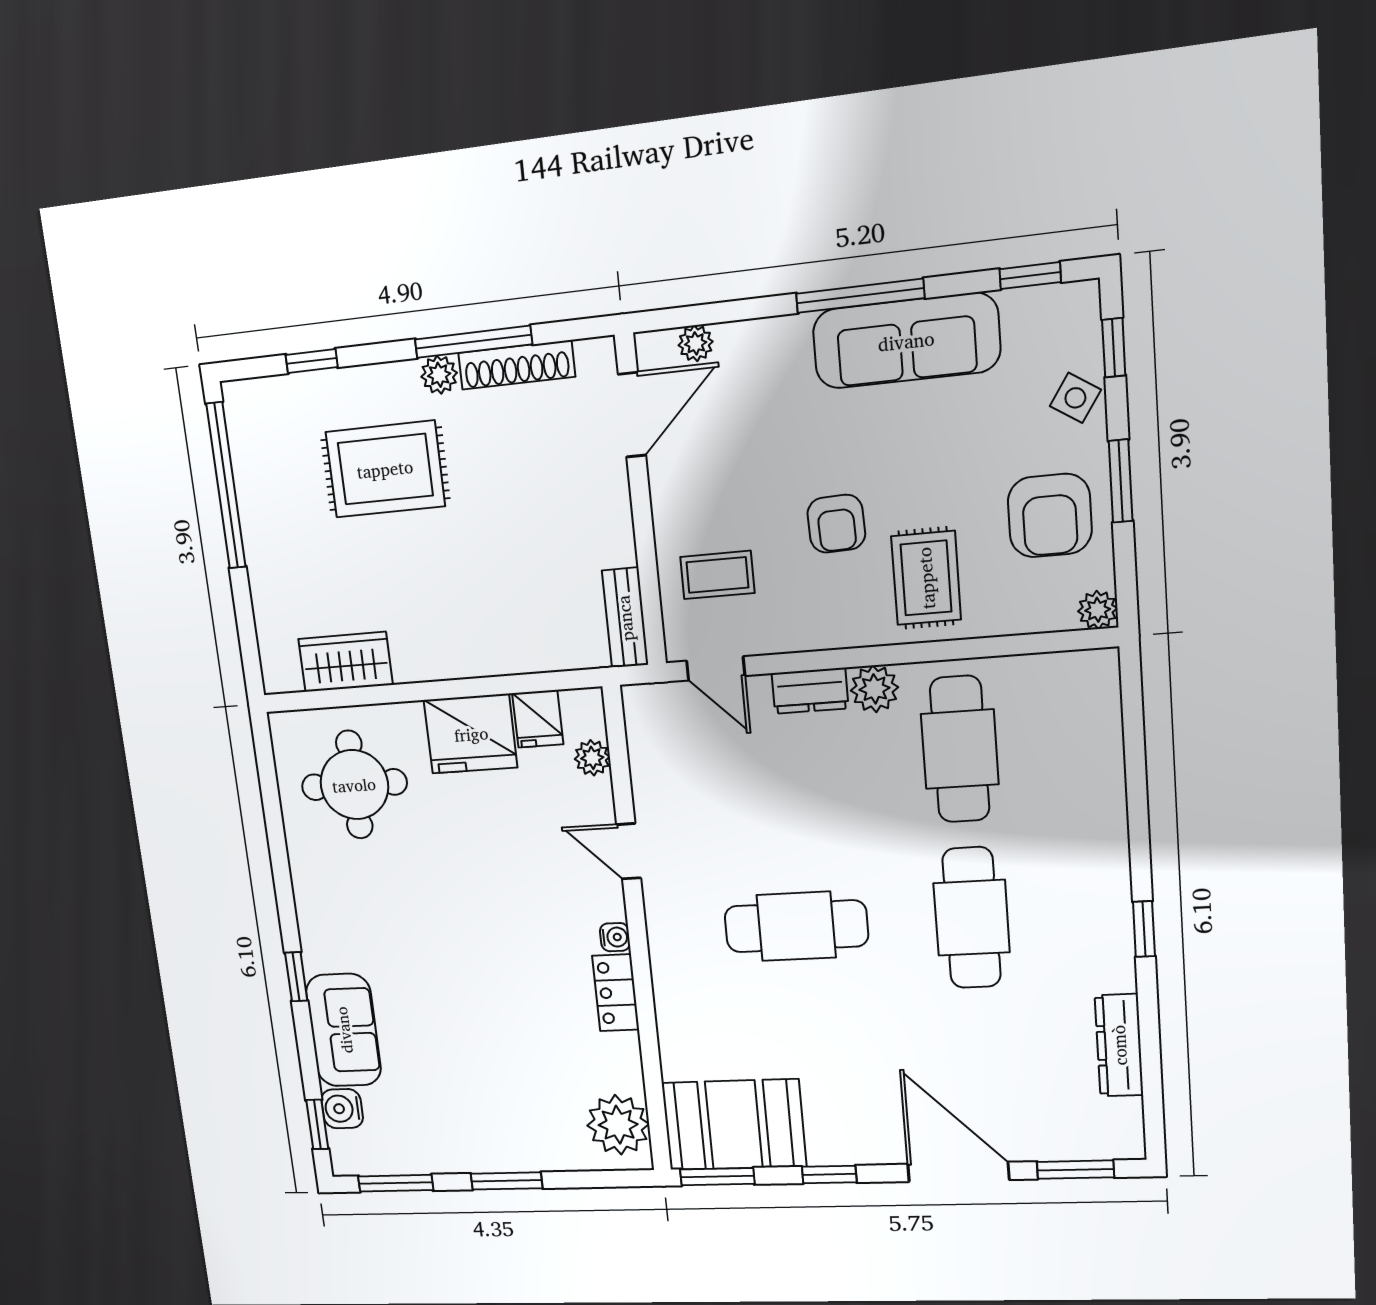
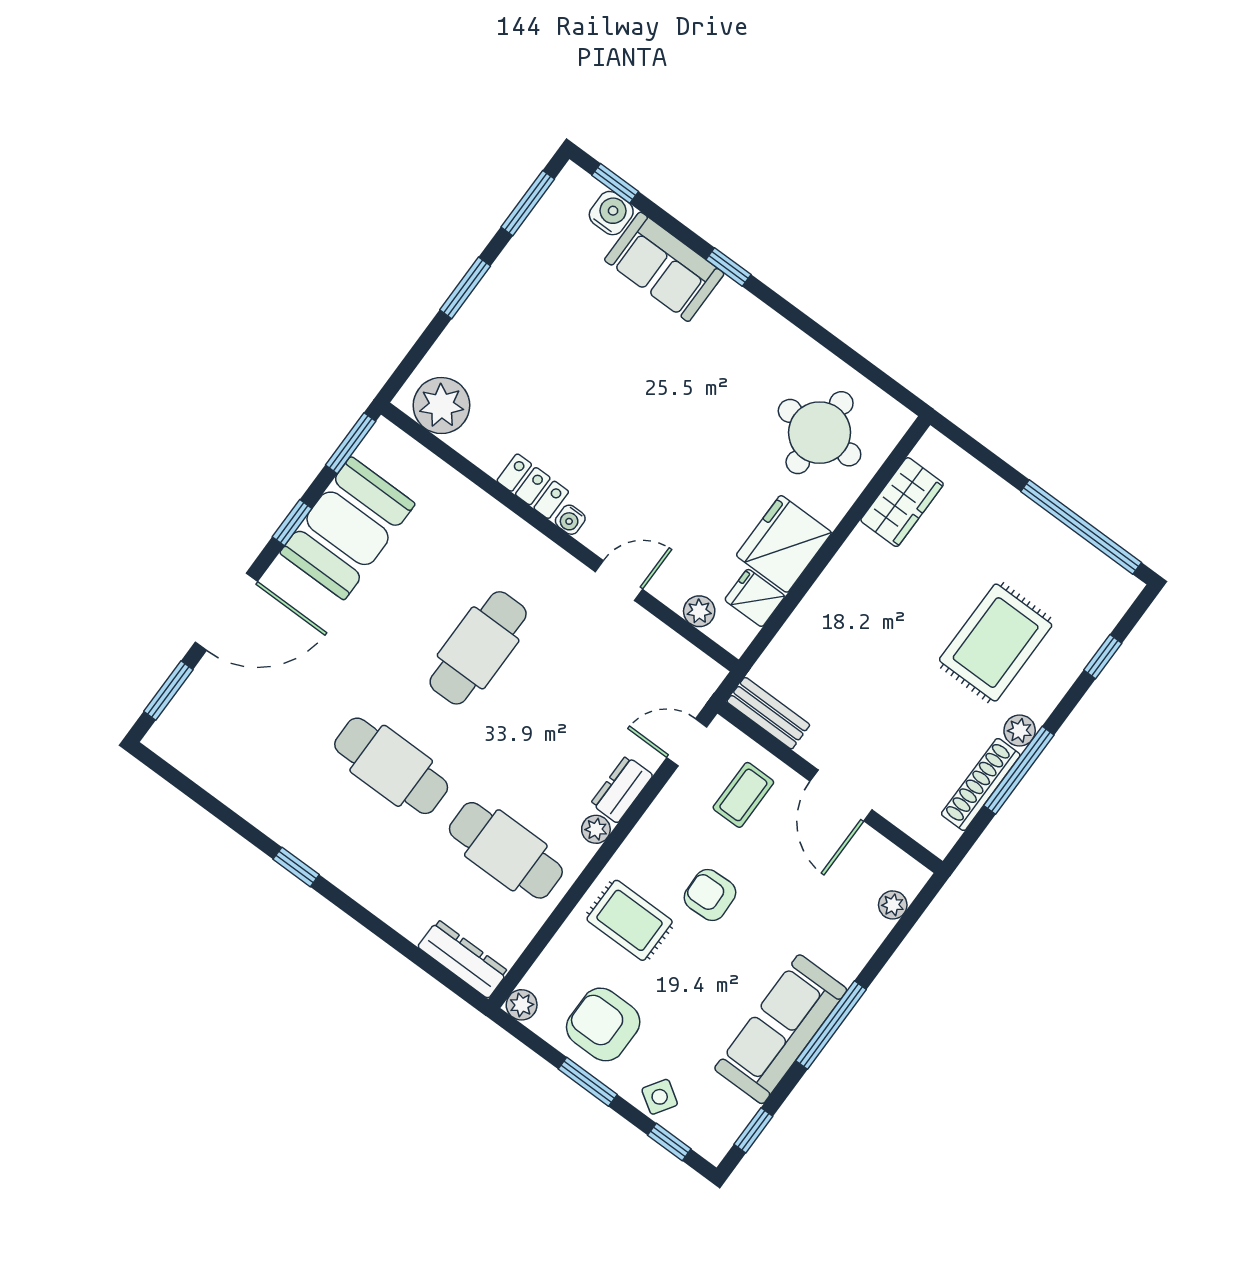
door: (632, 415) -> (841, 795), moved
plant: (874, 689) -> (596, 829), width x0.73, depth x0.73
dresser: (1119, 1045) -> (463, 959), moved
booth: (734, 1125) -> (347, 528), moved

